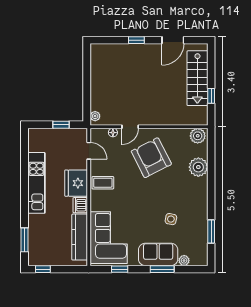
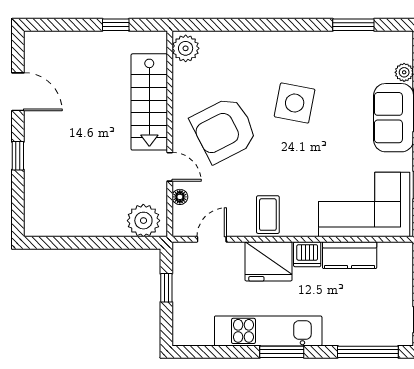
stairs: (197, 78) -> (149, 102), moved, turned 90
plant: (95, 116) -> (143, 221), width x1.88, depth x1.88
plant: (198, 167) -> (240, 47), removed
window: (25, 191) -> (282, 352), added
side table: (171, 219) -> (295, 103), moved, width x1.87, depth x1.87
kitchen counter: (80, 237) -> (350, 255), width x0.67
window: (25, 240) -> (368, 352), width x1.44

